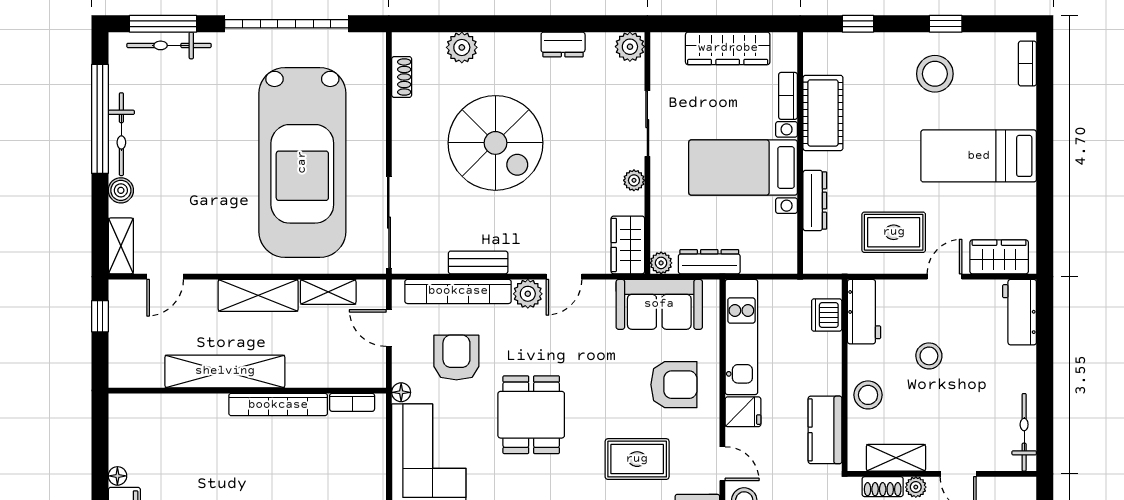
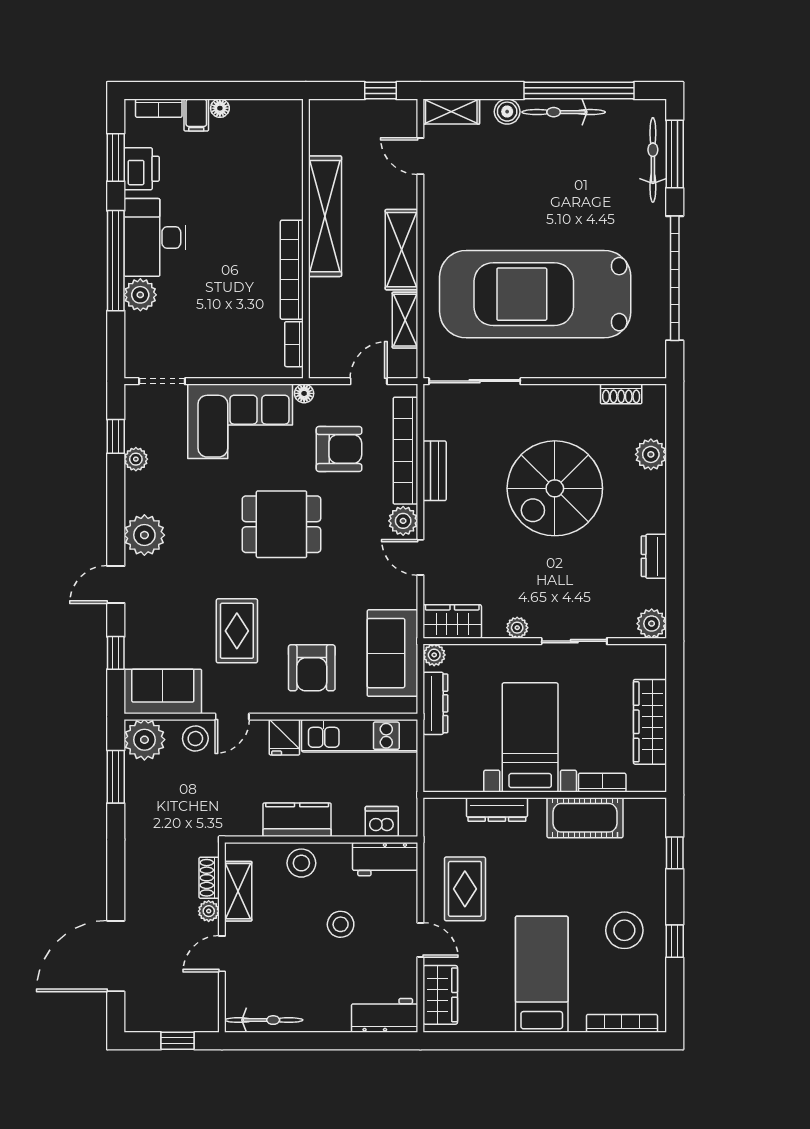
bookcase: (1027, 64) -> (622, 1023), width x1.56
kitchen counter: (825, 430) -> (297, 820), moved

